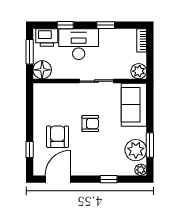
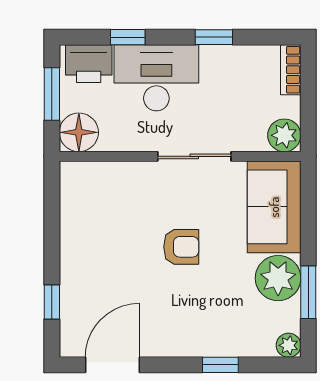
armchair: (58, 137) -> (111, 275), removed
plant: (136, 150) -> (278, 278), moved

